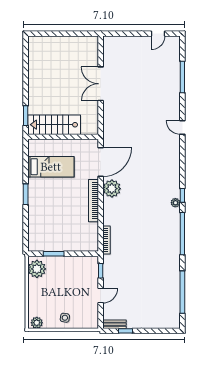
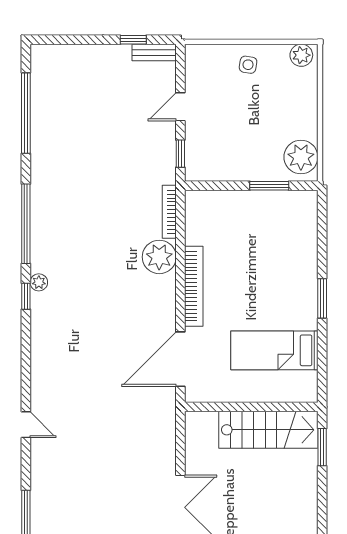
plant: (112, 189) -> (159, 257), moved

